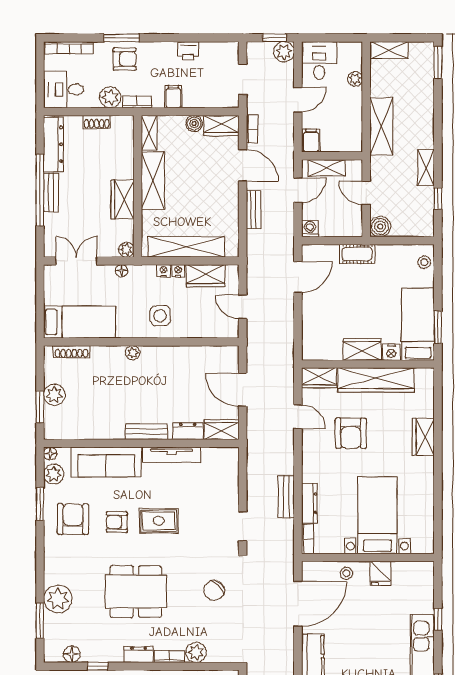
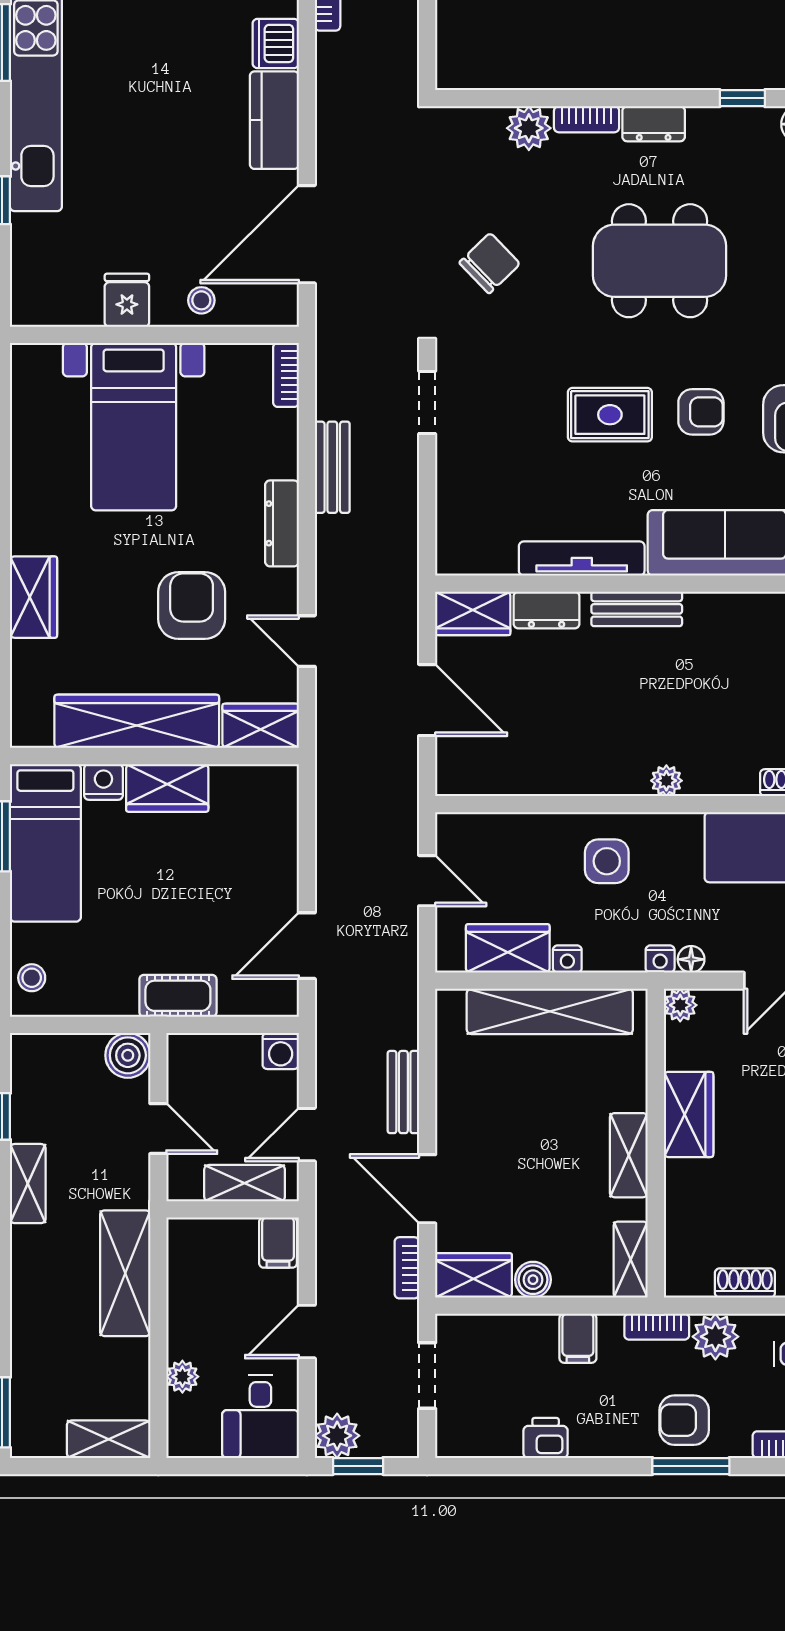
shelving: (153, 181) -> (629, 1155), width x0.67, depth x0.75
nightstand: (164, 271) -> (660, 959), moved
dresser: (309, 503) -> (282, 523), moved

